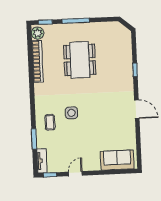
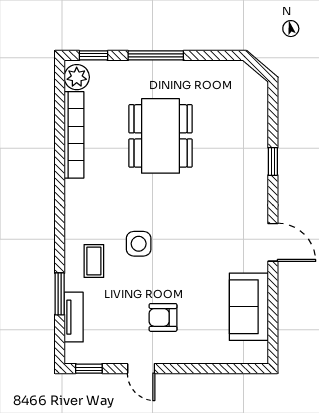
armchair: (85, 148) -> (163, 317), added
sofa: (117, 160) -> (249, 307), moved, turned -90
tv unit: (42, 161) -> (74, 317), moved
door: (75, 174) -> (141, 369), swing flipped

